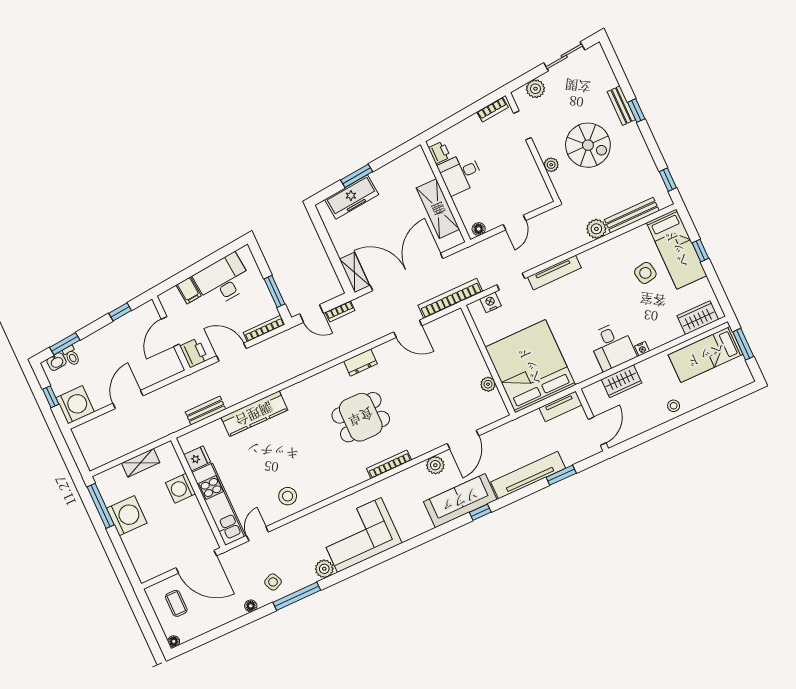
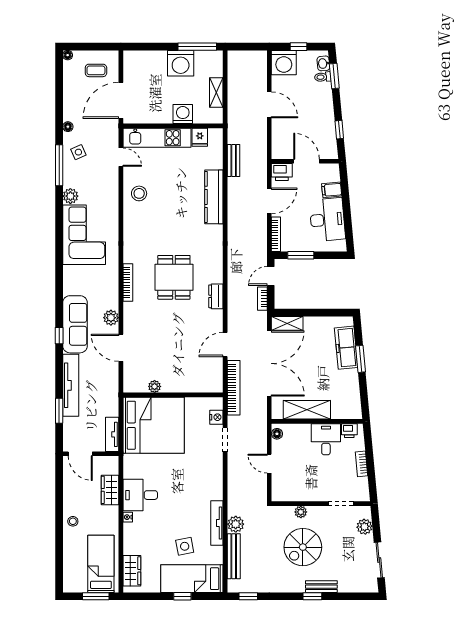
bookcase: (492, 110) -> (362, 464), moved
tv unit: (554, 272) -> (217, 523), moved

